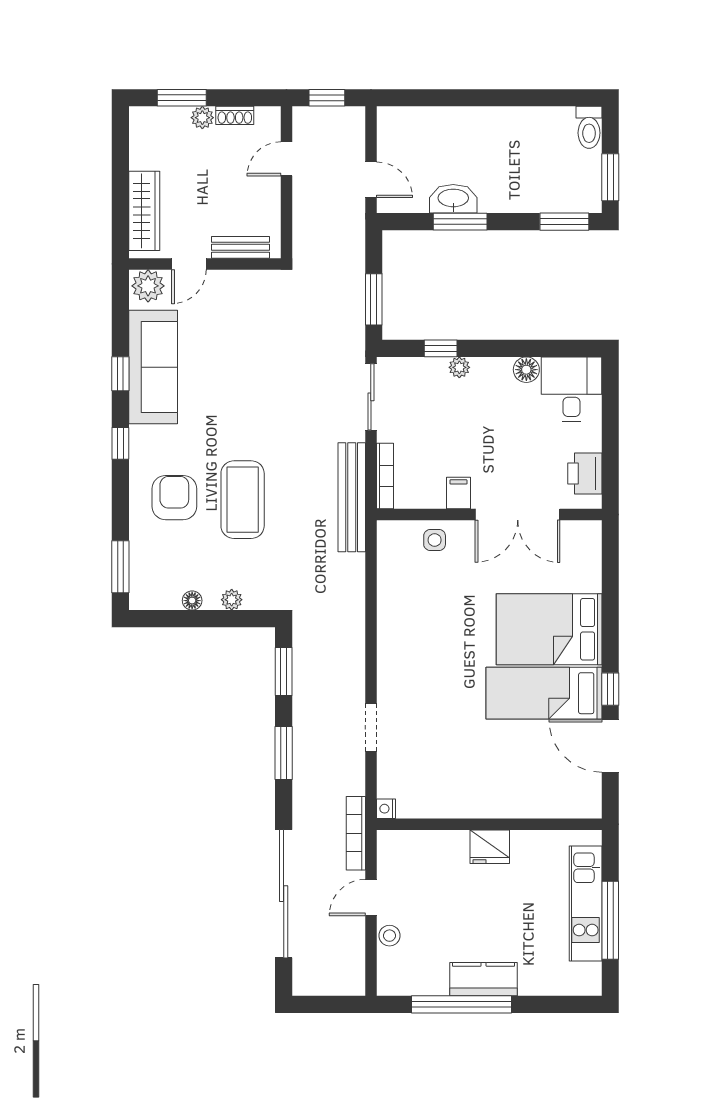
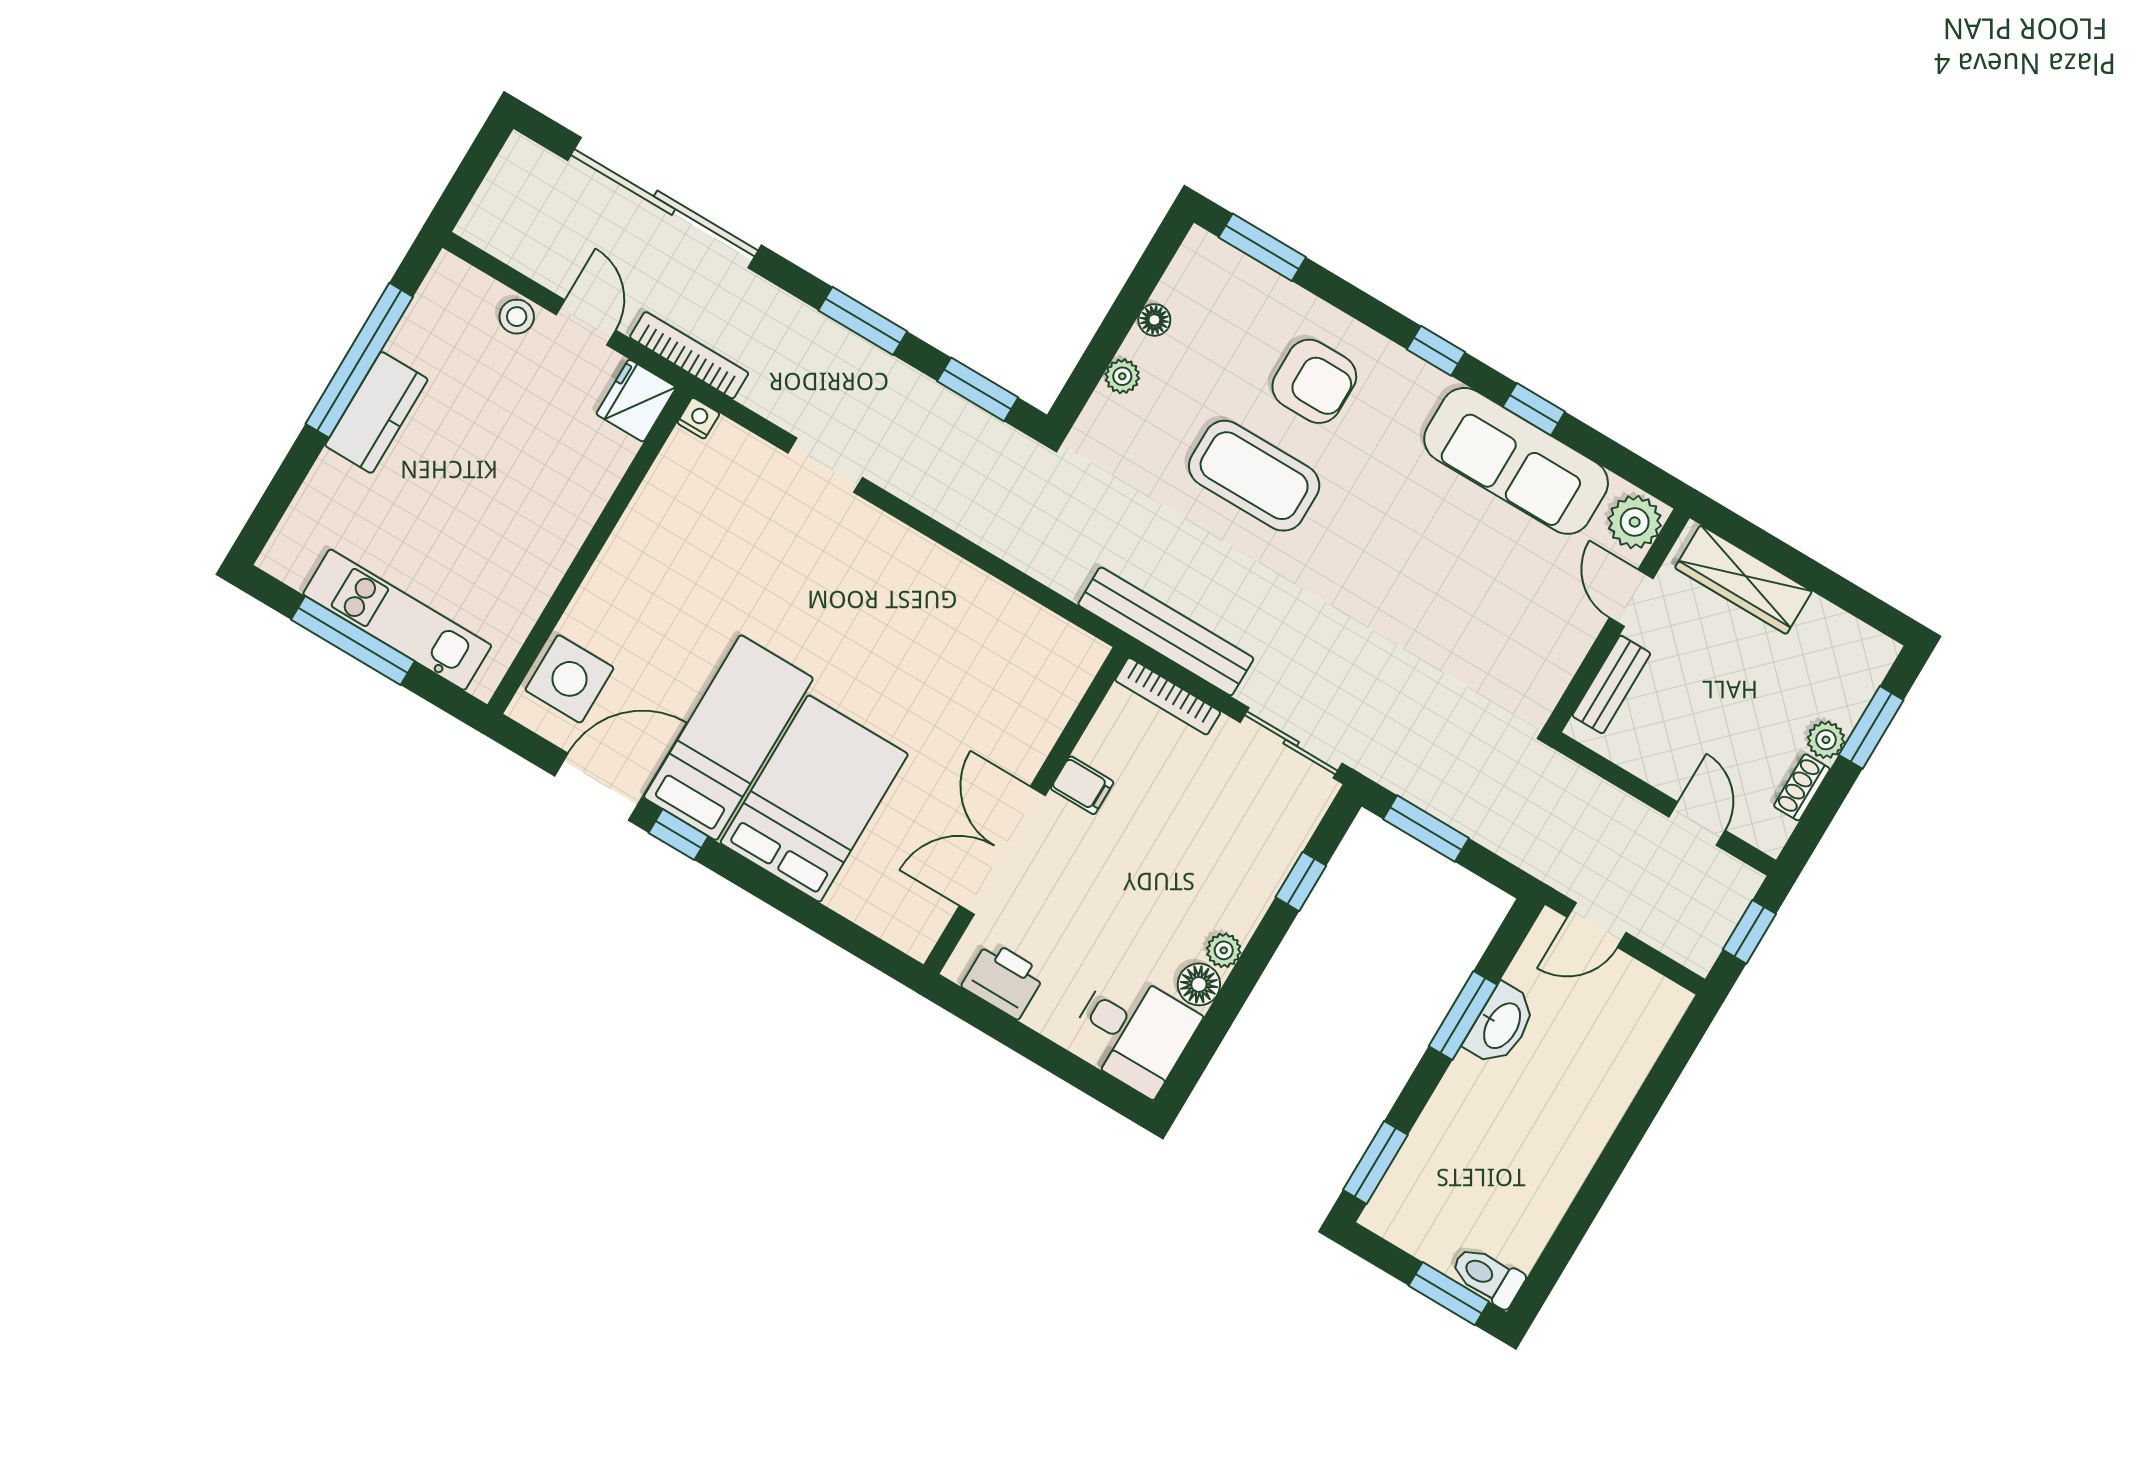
window: (610, 177) -> (1449, 1294), moved
plant: (459, 367) -> (1224, 950), moved
side table: (435, 540) -> (569, 679), moved, width x1.87, depth x1.87
fridge: (490, 847) -> (636, 401), moved

